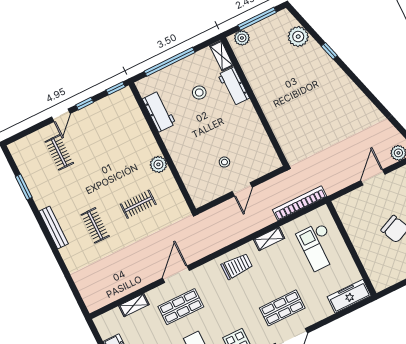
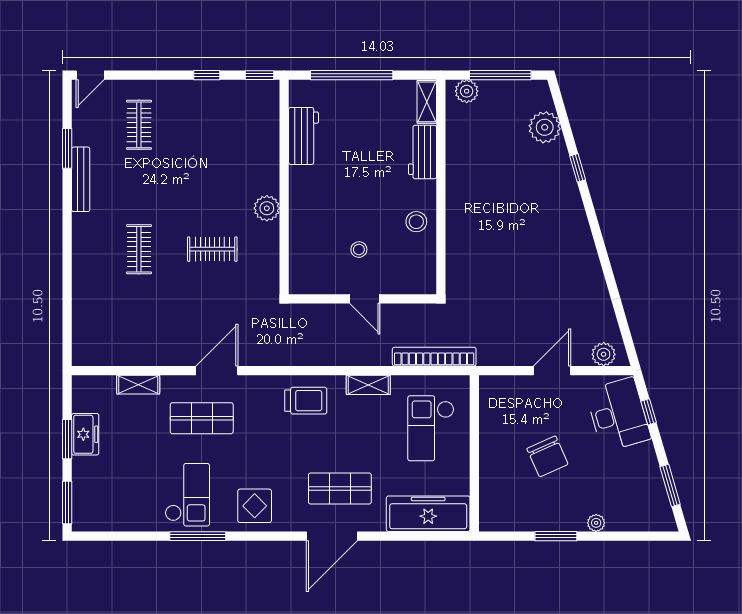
stool: (199, 93) -> (416, 222), moved
door: (61, 115) -> (90, 75), moved
door: (242, 189) -> (365, 299), hinge flipped
bench: (54, 228) -> (81, 179), moved
freezer: (349, 296) -> (428, 514), width x1.36, depth x1.26

